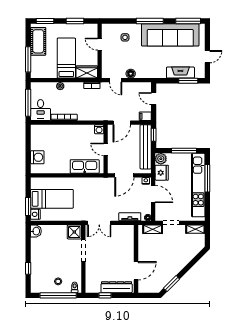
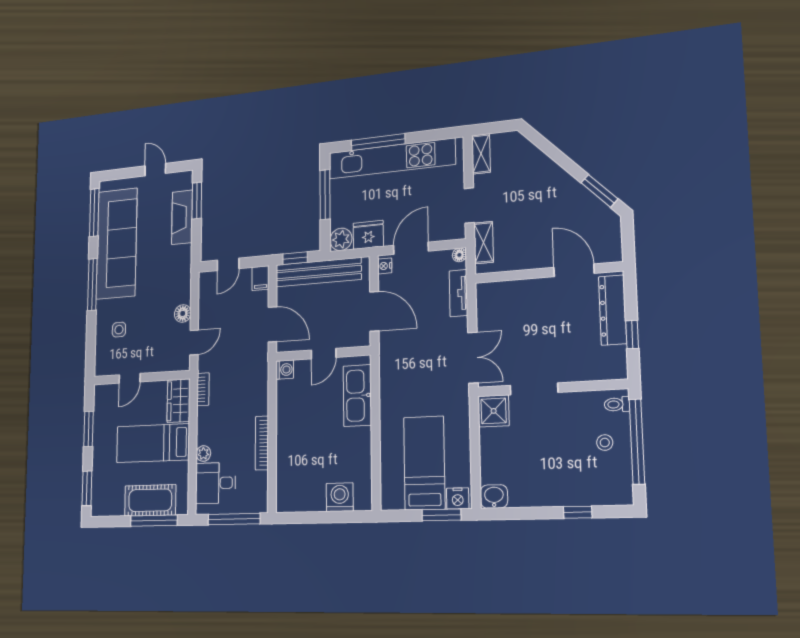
cot: (38, 41) -> (150, 500), moved
desk: (41, 110) -> (216, 483), moved, turned 180

